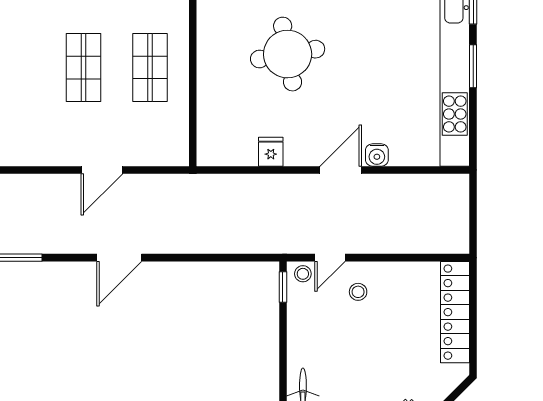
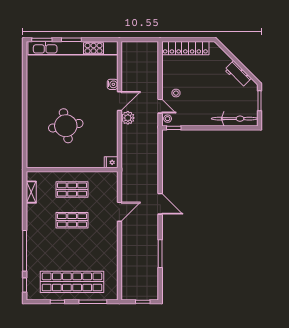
fridge: (271, 152) -> (111, 162), moved
door: (102, 170) -> (119, 212), hinge flipped
door: (341, 170) -> (119, 101), swing flipped
plant: (305, 188) -> (128, 118), added

